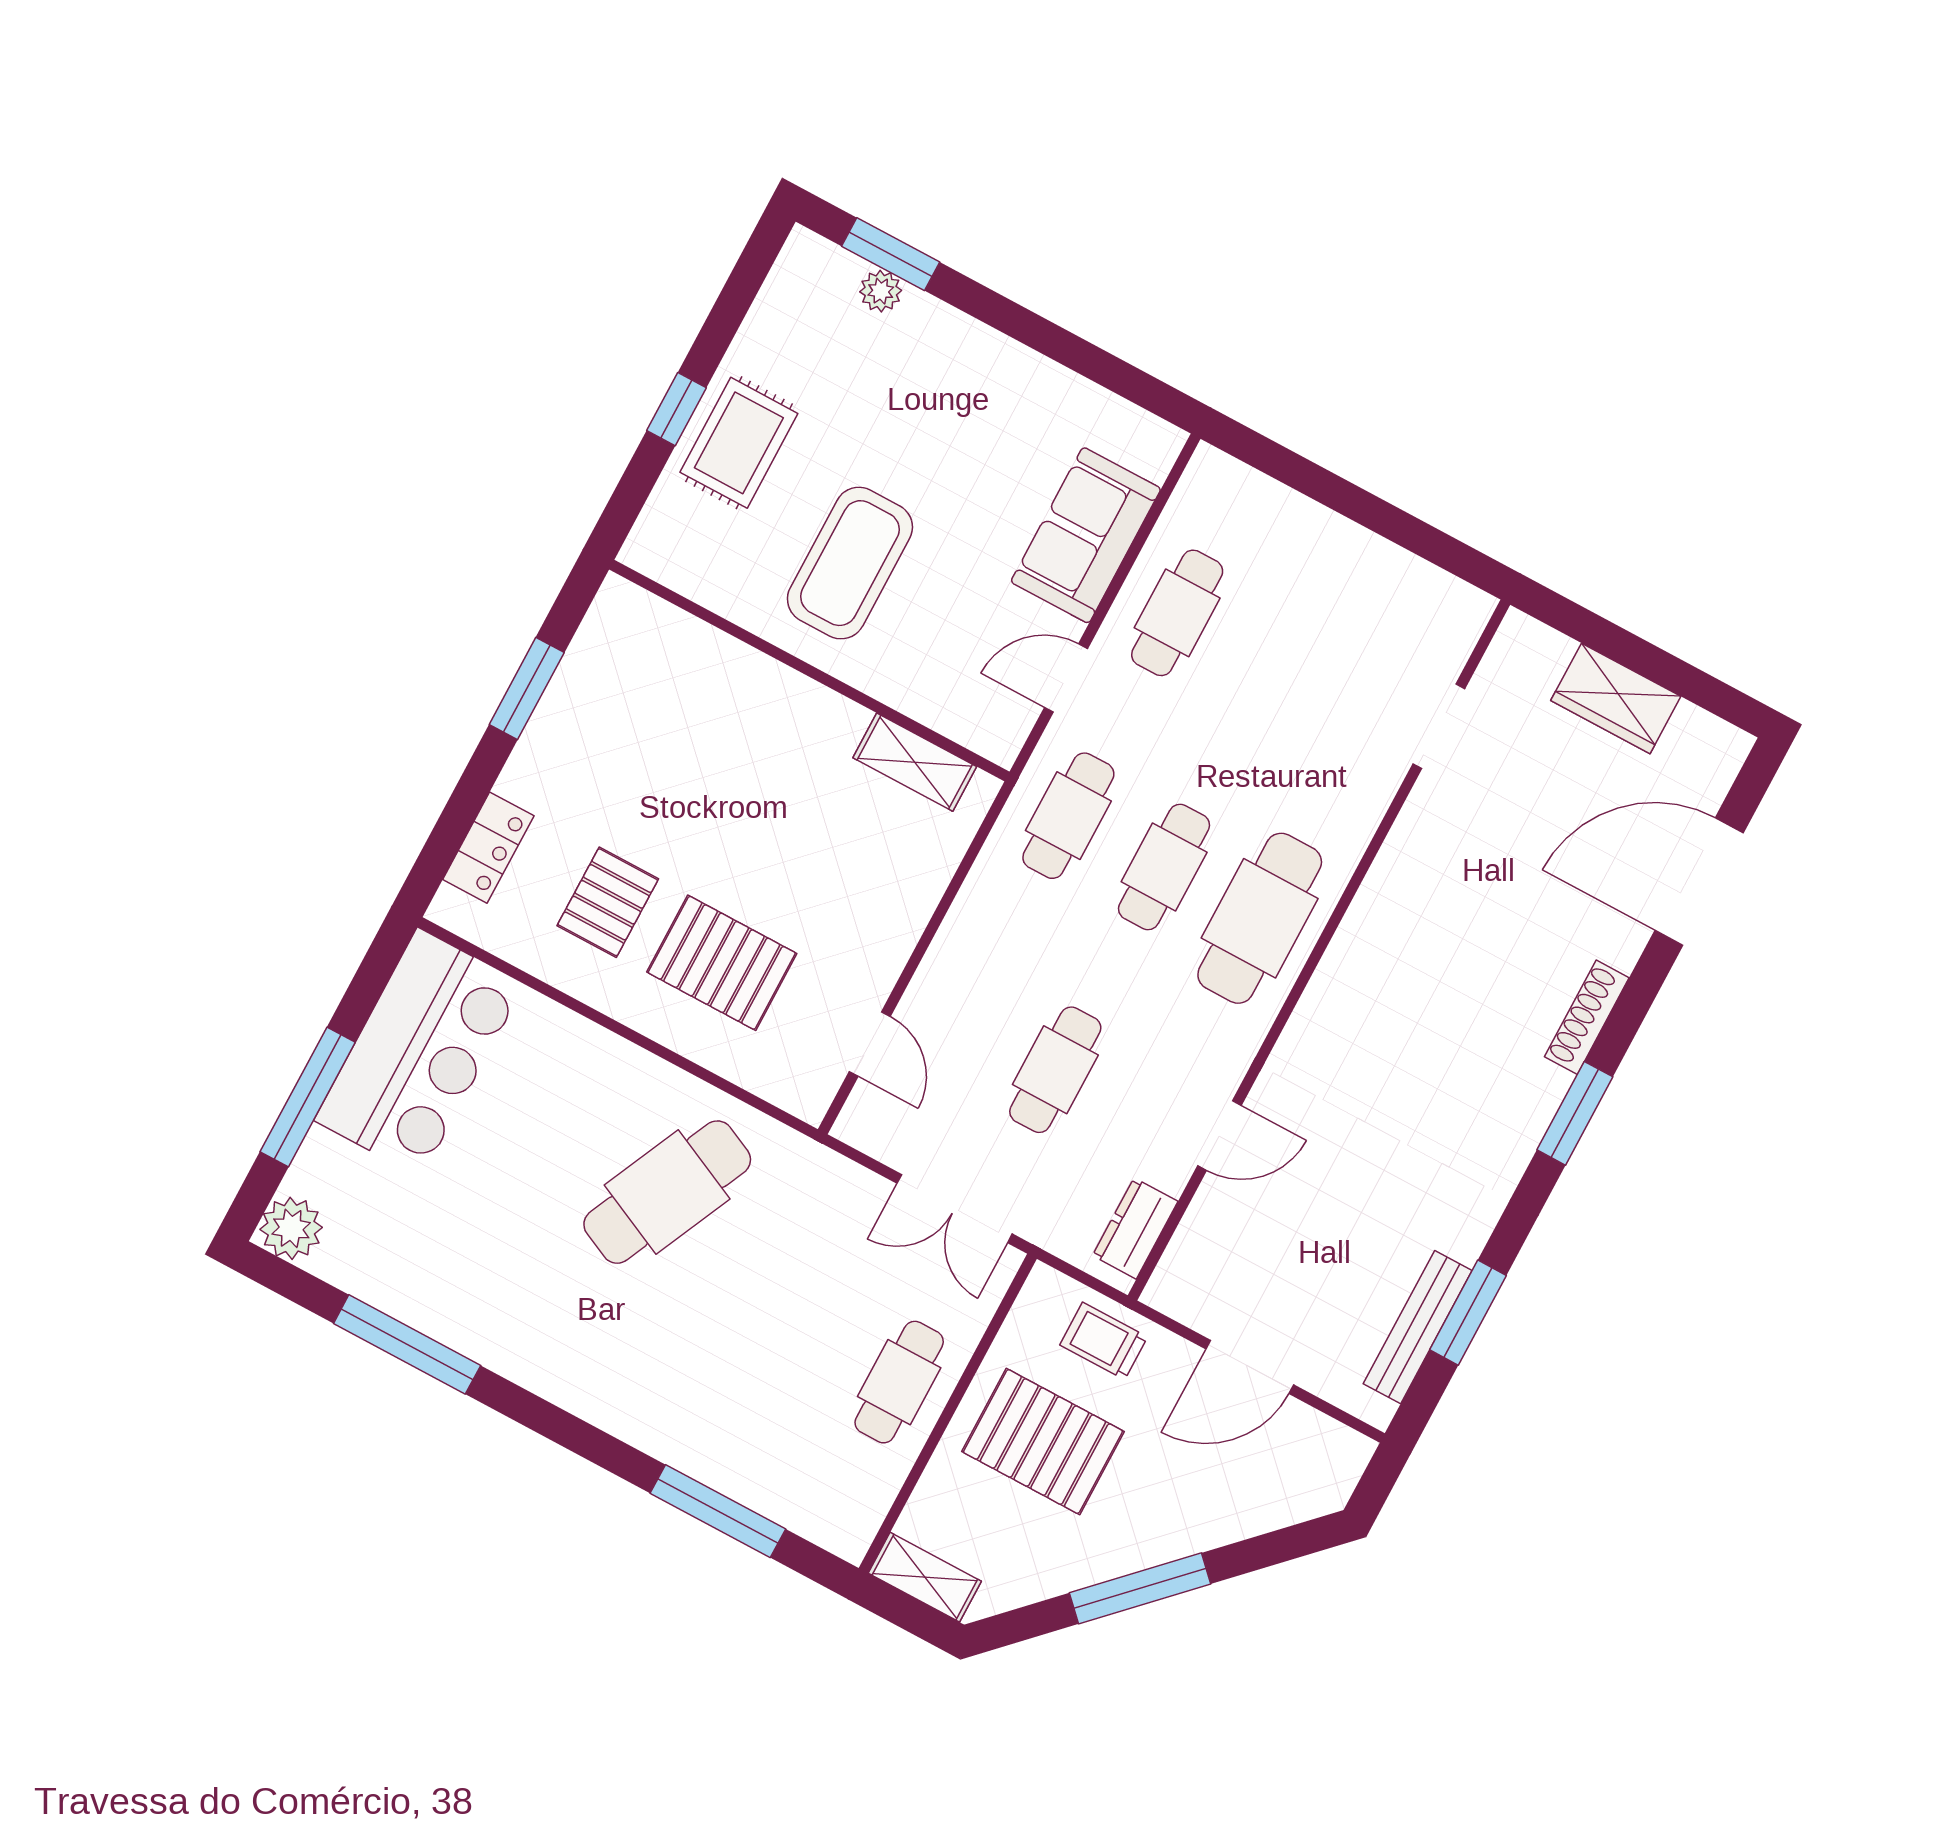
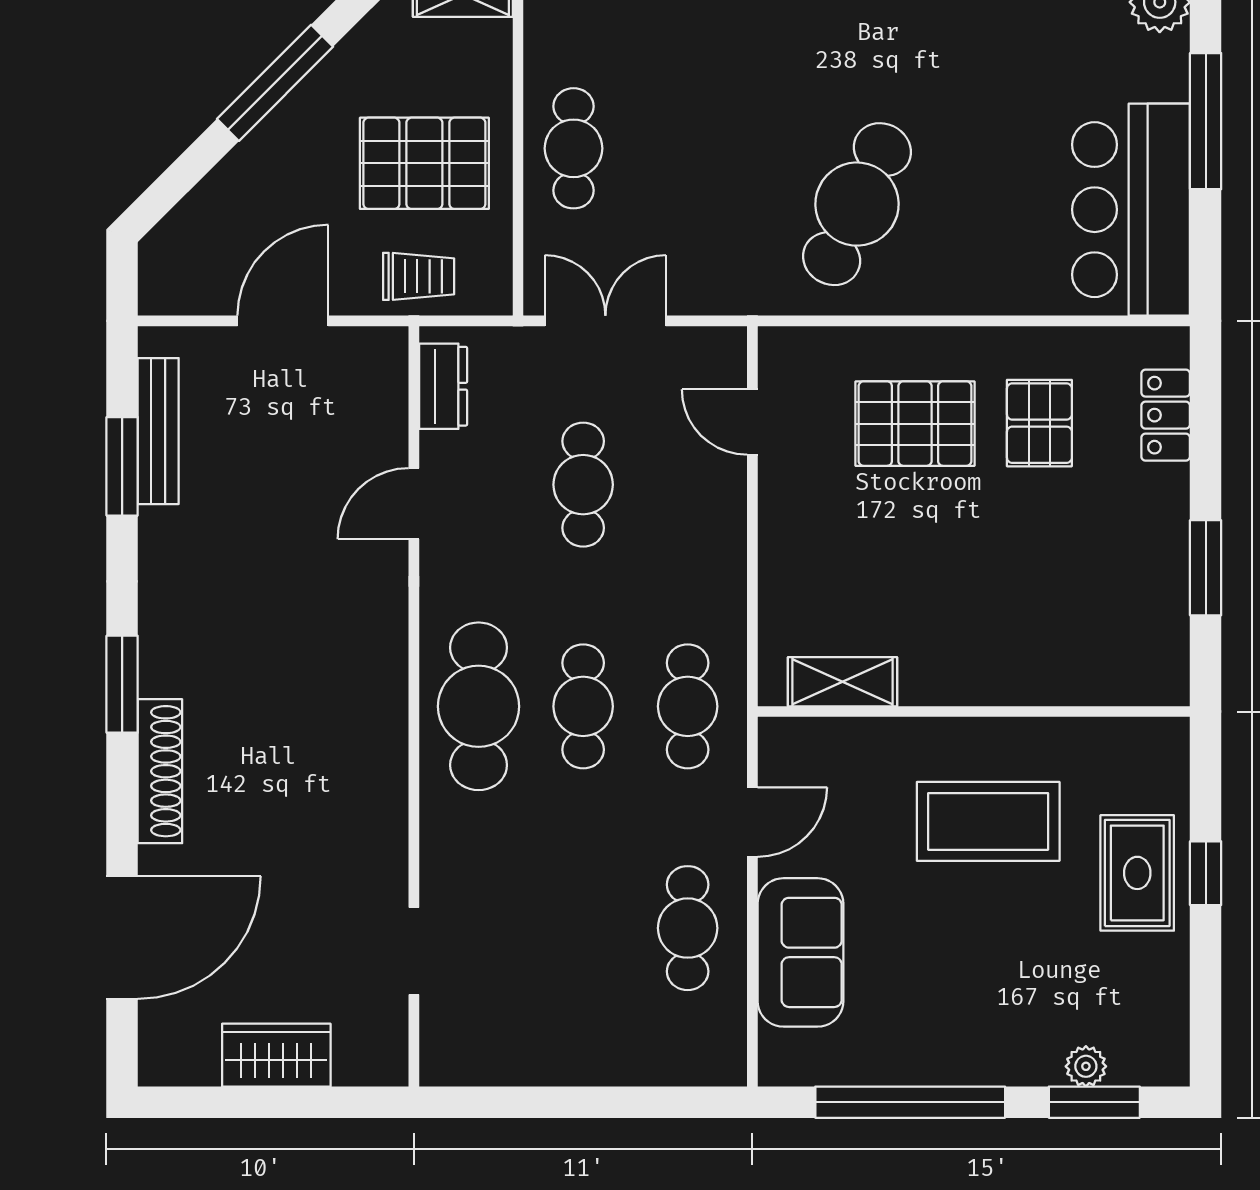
window: (1059, 344) -> (910, 1102), added
coffee table: (850, 563) -> (988, 821), turned 90
shoe rack: (1587, 1017) -> (160, 771), width x1.36, depth x1.24

